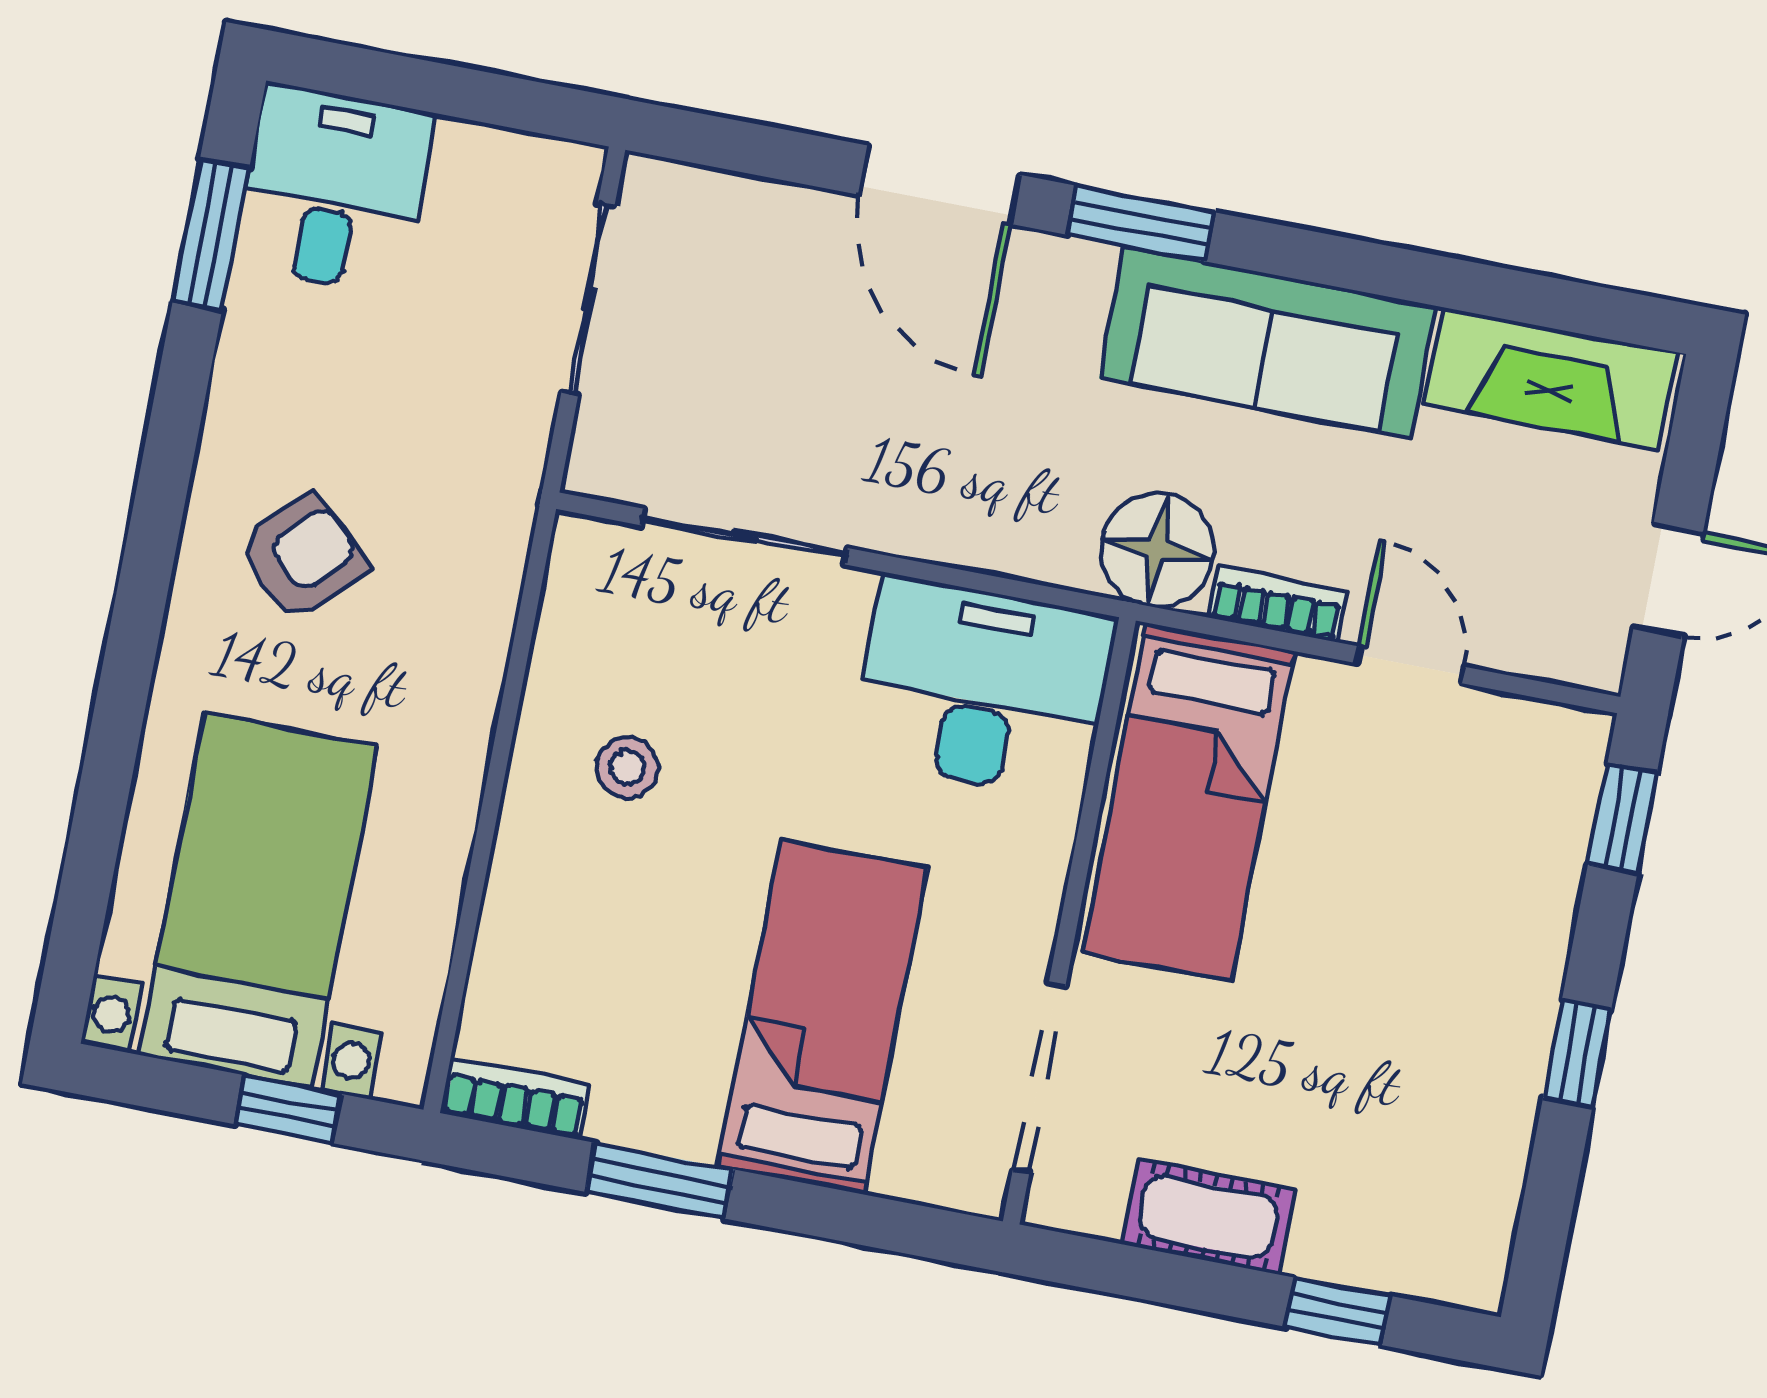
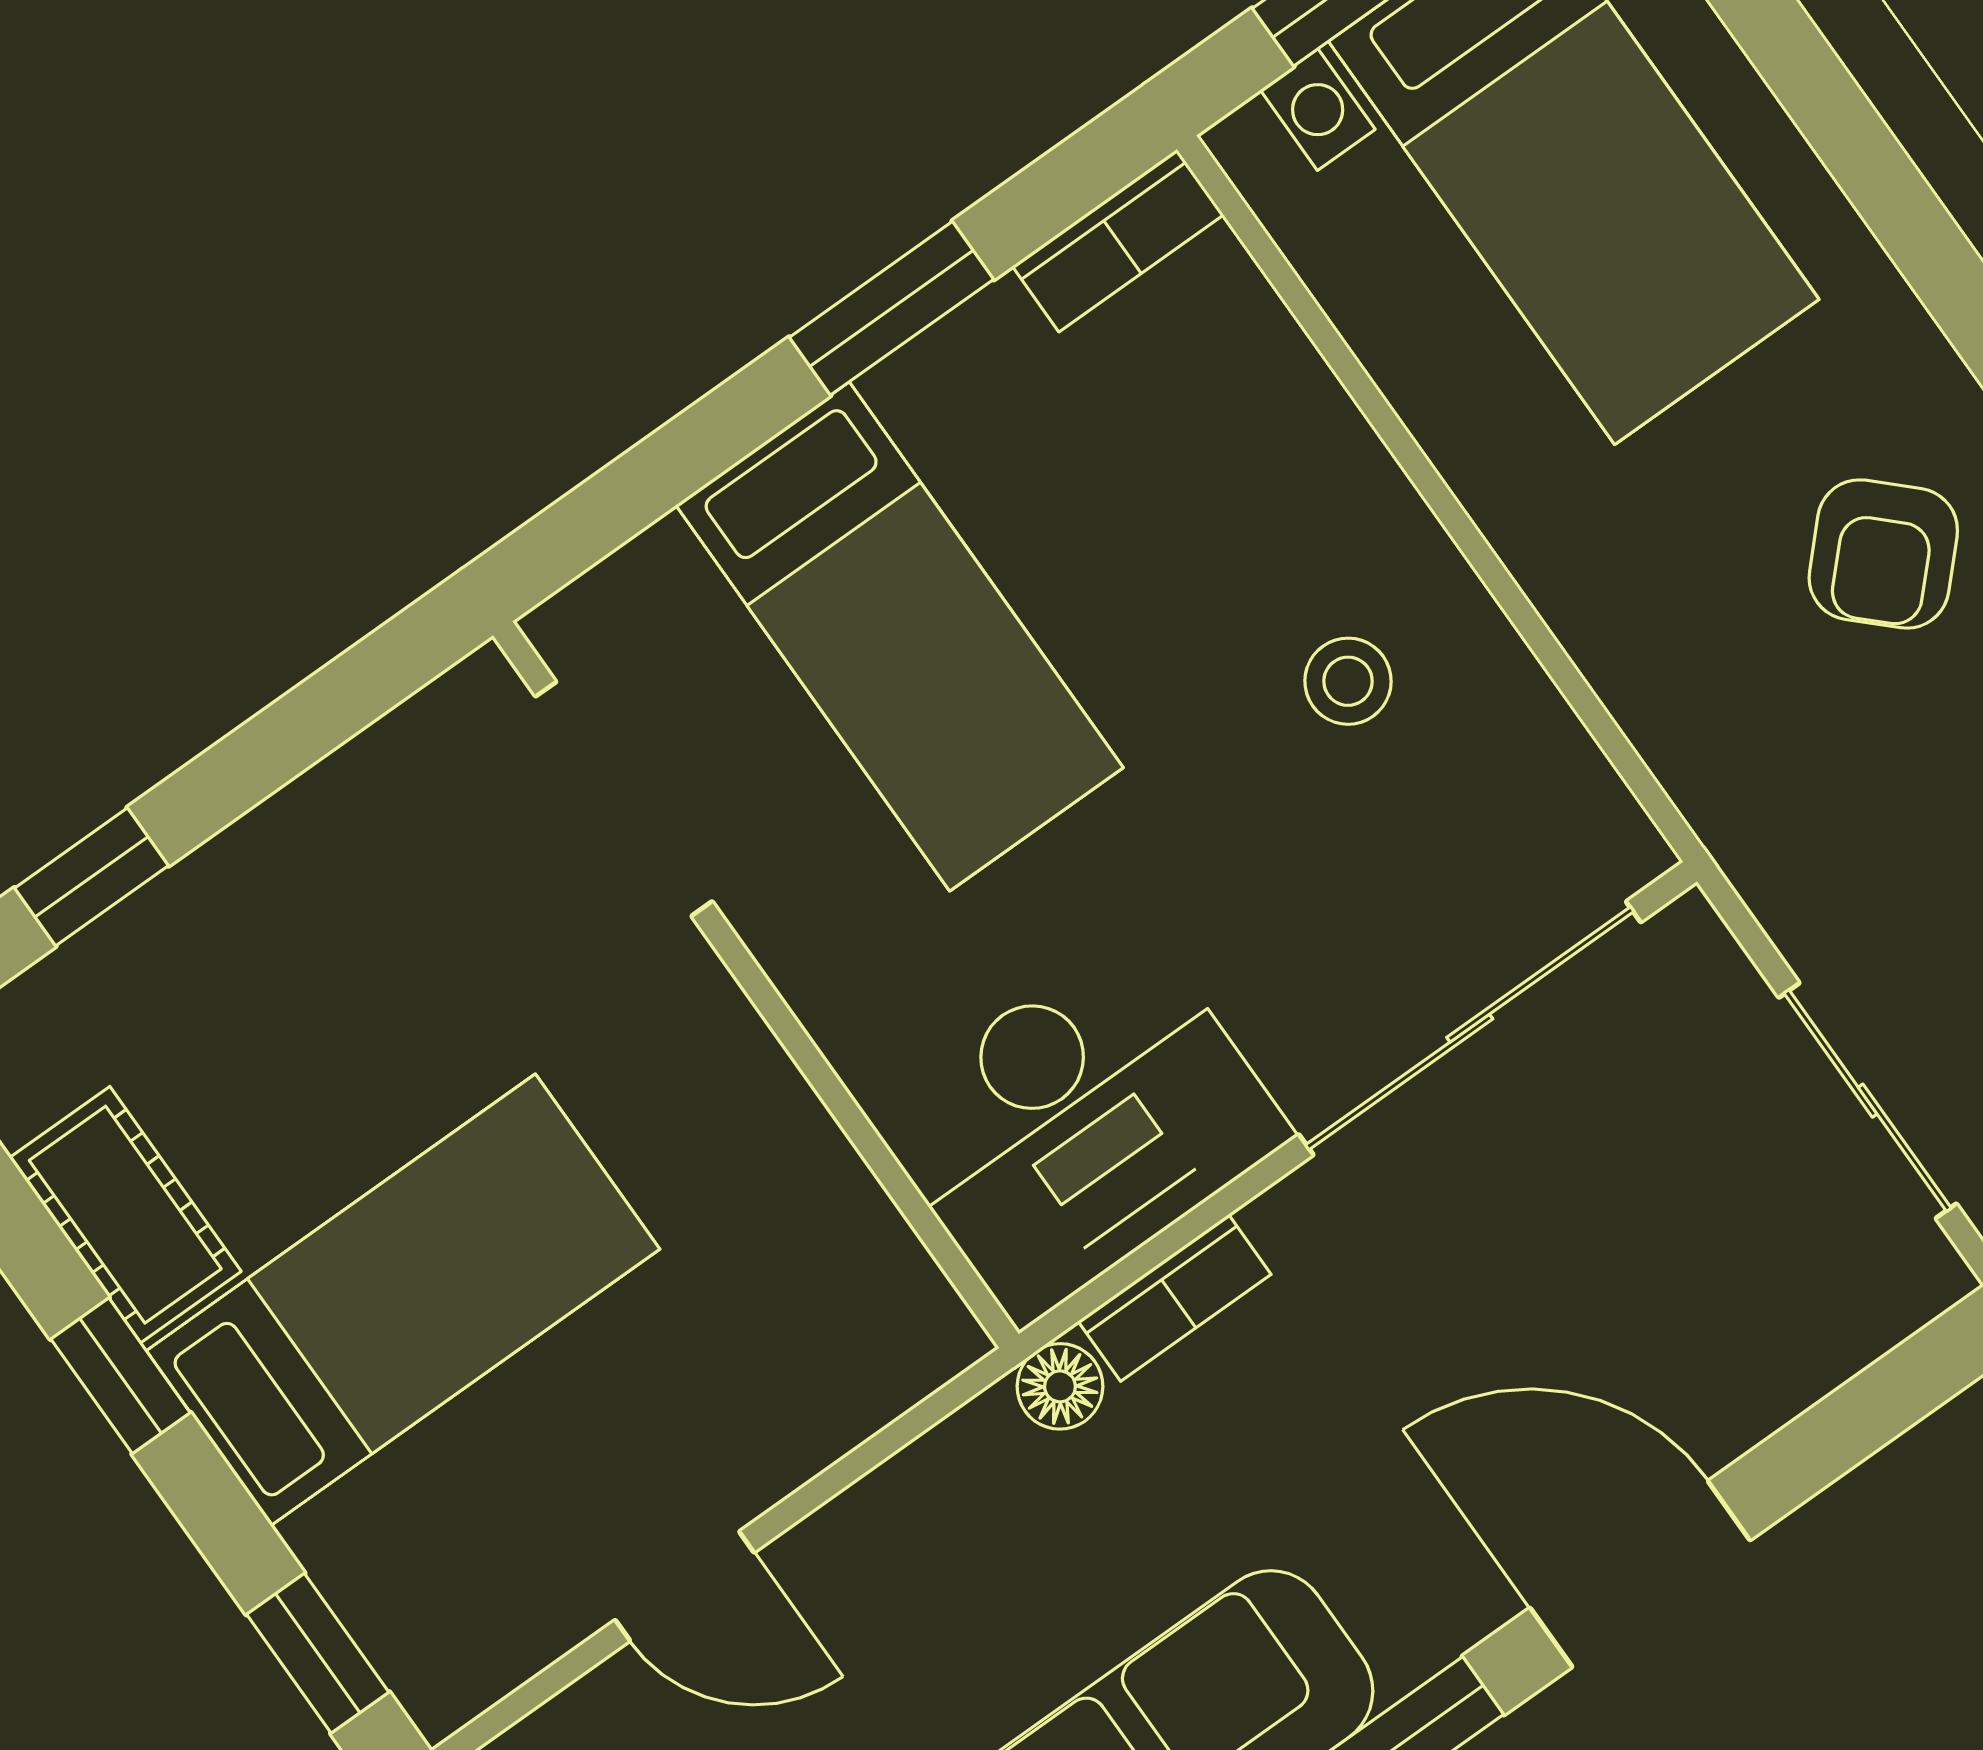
sliding door: (745, 537) -> (1470, 1028), width x1.37
floor lamp: (1157, 550) -> (1060, 1386), width x0.53, depth x0.53
bookcase: (1277, 604) -> (1175, 1298), moved
bed: (1189, 802) -> (403, 1300), moved, turned 90
cot: (1208, 1217) -> (125, 1215), moved, turned 90

